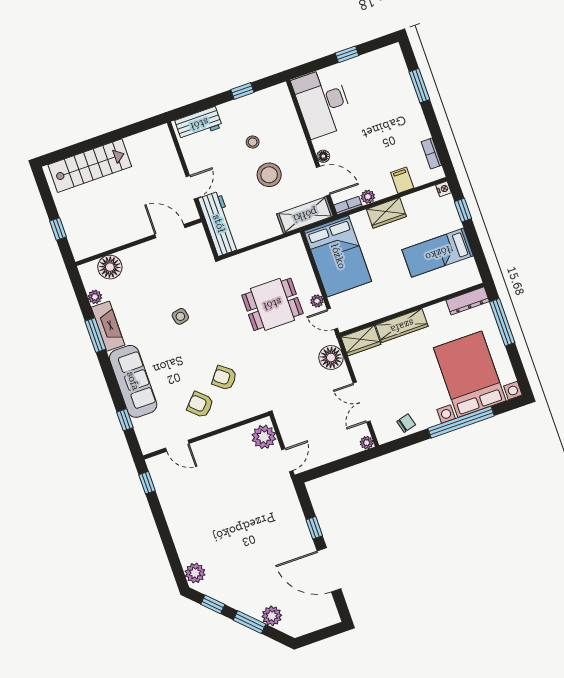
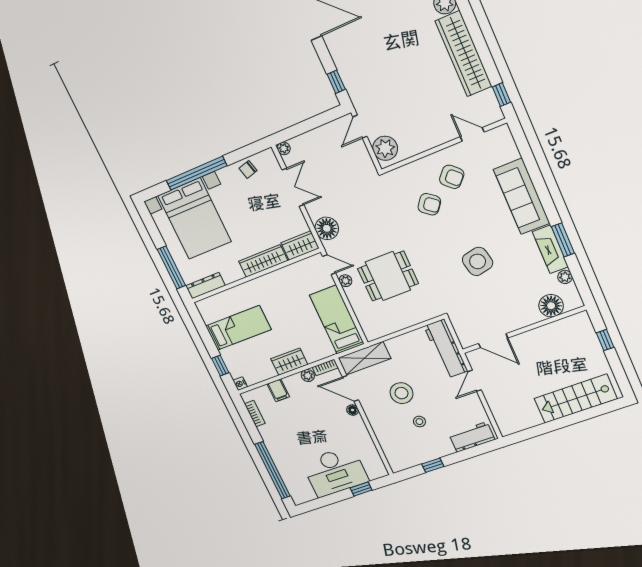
window: (347, 54) -> (361, 489), moved
window: (419, 86) -> (273, 470), width x2.11
desk: (323, 102) -> (335, 472), moved, turned 90
bed: (338, 256) -> (337, 320), width x0.67
side table: (180, 316) -> (478, 261), width x1.87, depth x1.87
window: (125, 420) -> (528, 157), removed
wardrobe: (181, 524) -> (464, 54), added
window: (314, 528) -> (336, 82), moved

